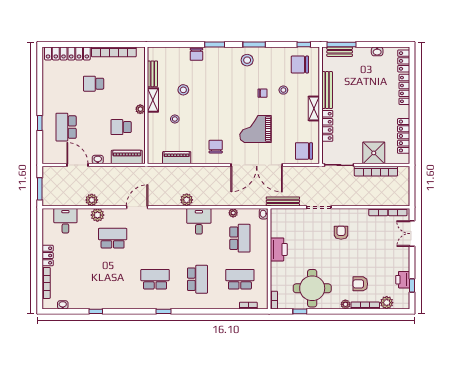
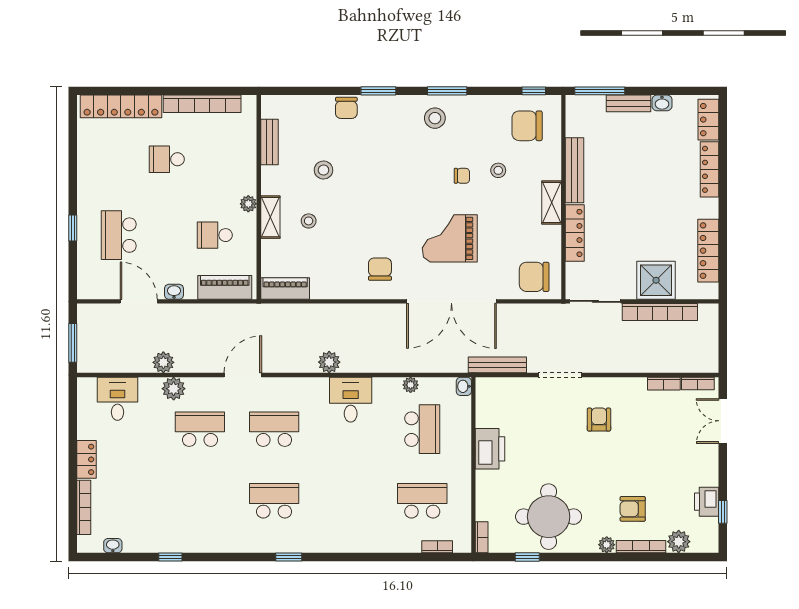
bench: (340, 52) -> (628, 103), moved
shelving: (153, 100) -> (270, 217), moved
piano: (177, 158) -> (285, 289), moved
school desk: (197, 279) -> (274, 429), moved, turned -90

